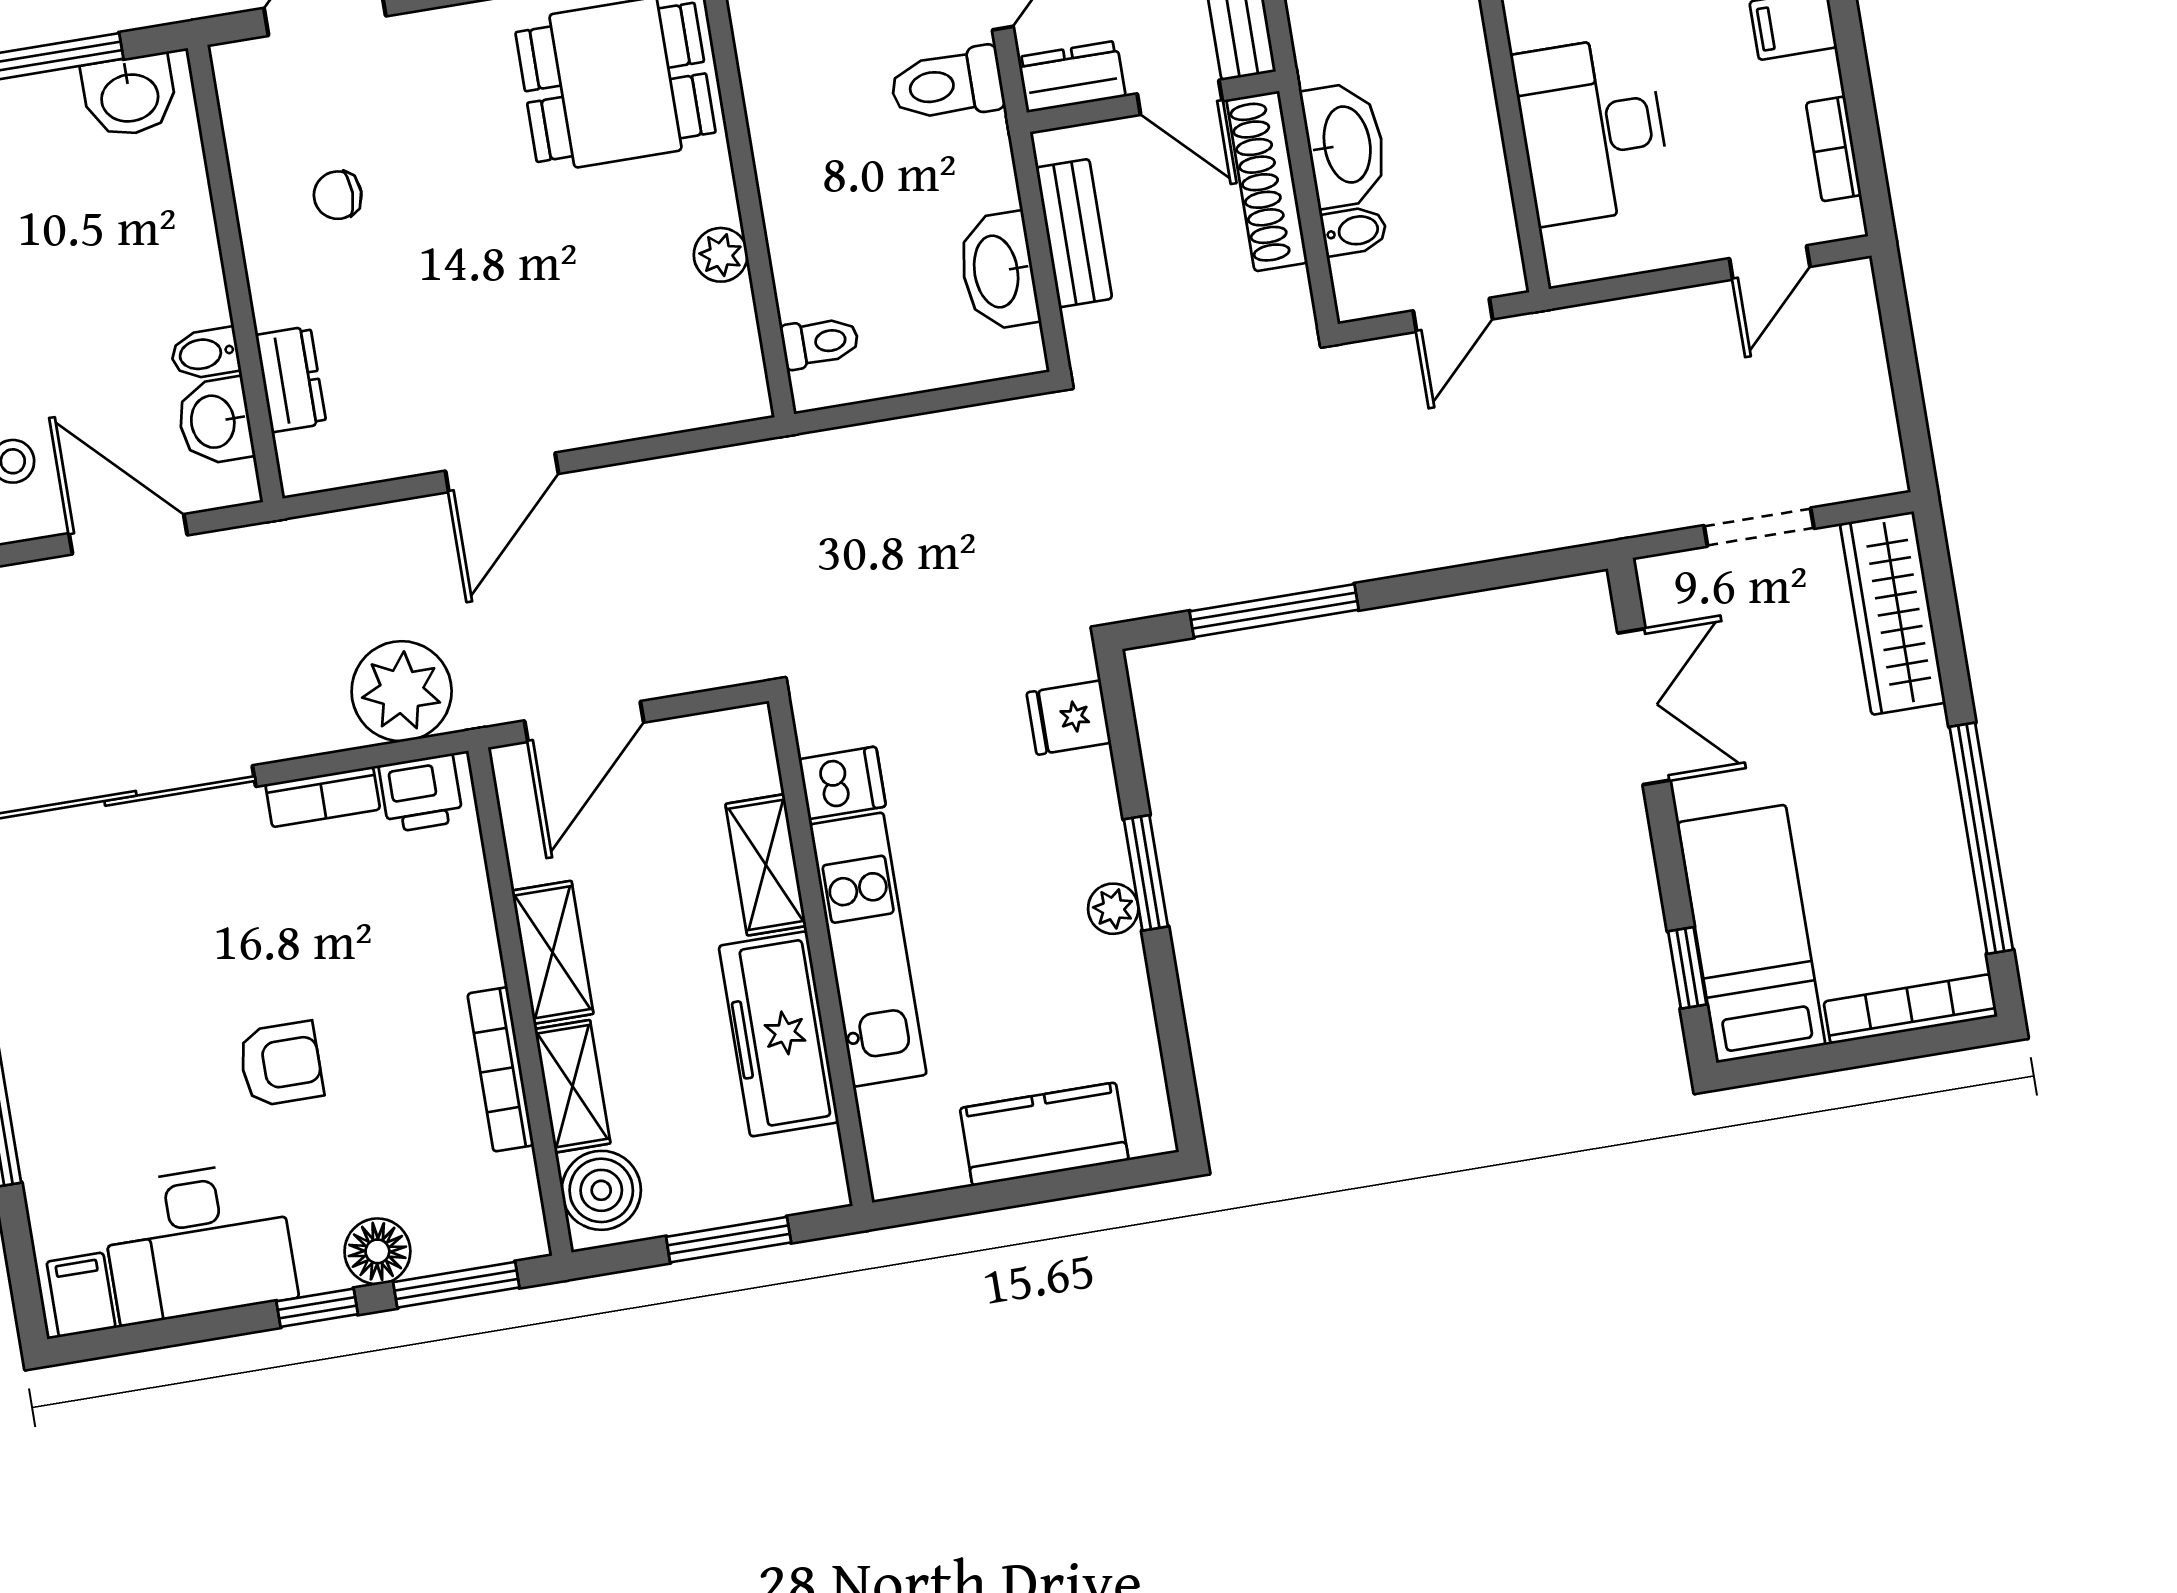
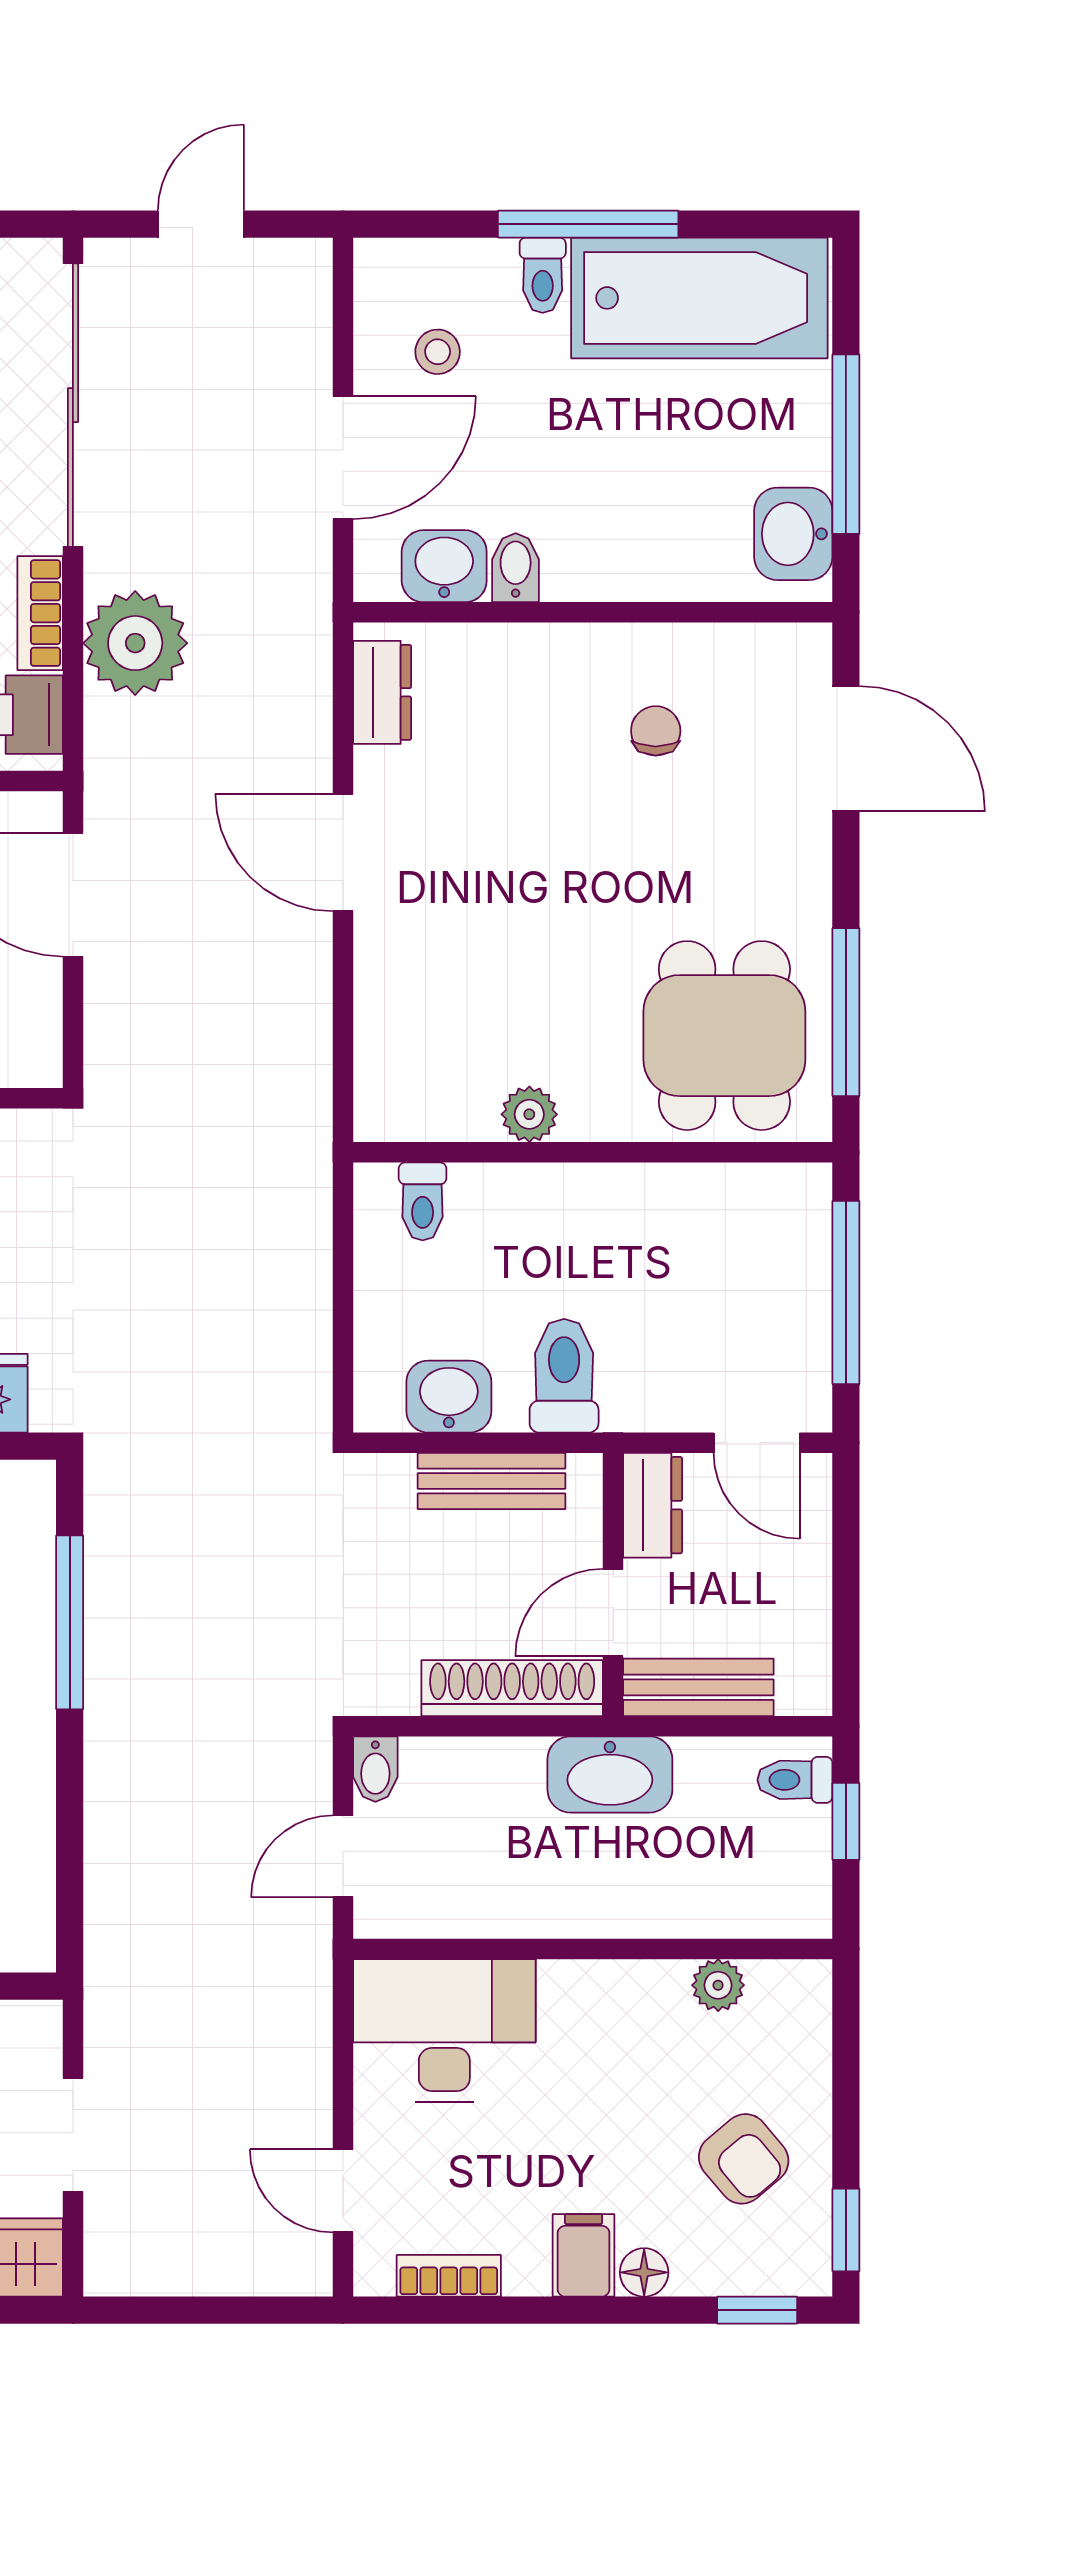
toilet: (947, 85) -> (564, 1376), moved
desk: (1592, 130) -> (444, 2031), moved
washbasin: (1345, 145) -> (610, 1774), moved
bidet: (1354, 231) -> (375, 1769), moved
washbasin: (998, 271) -> (449, 1397), width x0.72
door: (1453, 315) -> (343, 1856), hinge flipped
dresser: (291, 379) -> (382, 692), moved, turned -90
plant: (402, 691) -> (135, 643), moved

